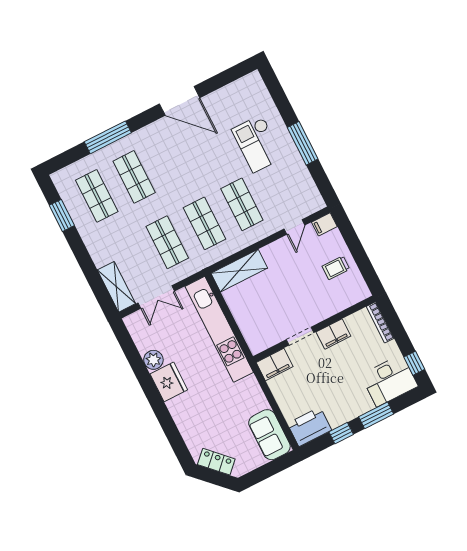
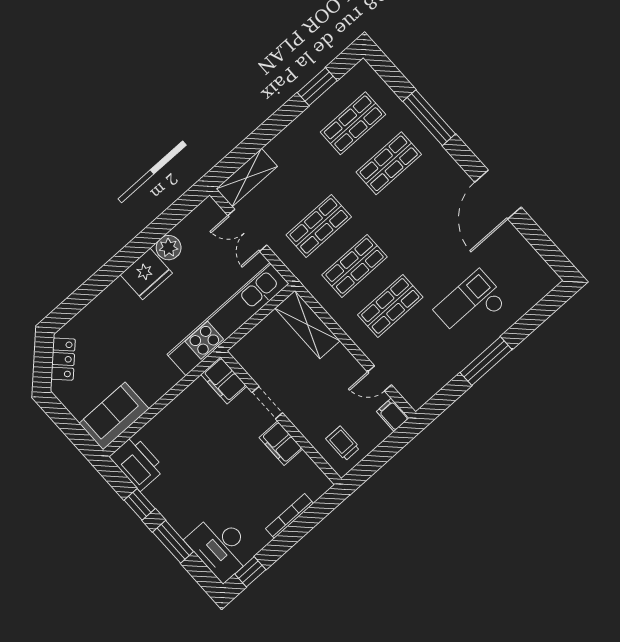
wall: (314, 329) -> (281, 418), moved
filing cabinet: (333, 334) -> (281, 443), moved
doorway: (300, 336) -> (267, 403), moved
filing cabinet: (275, 364) -> (224, 380), moved

